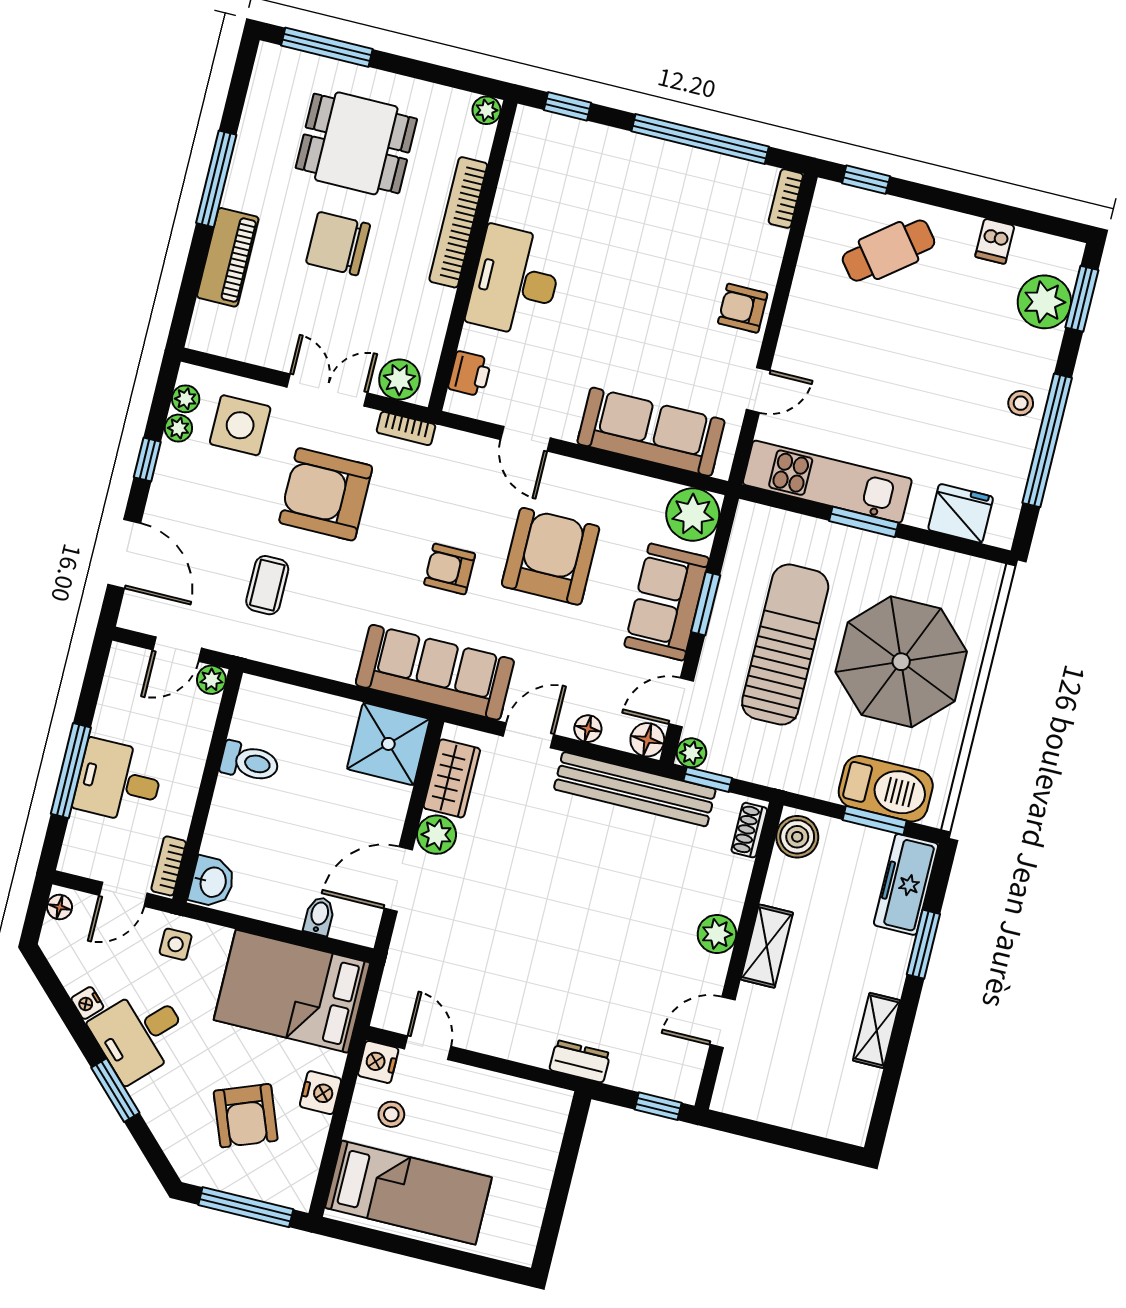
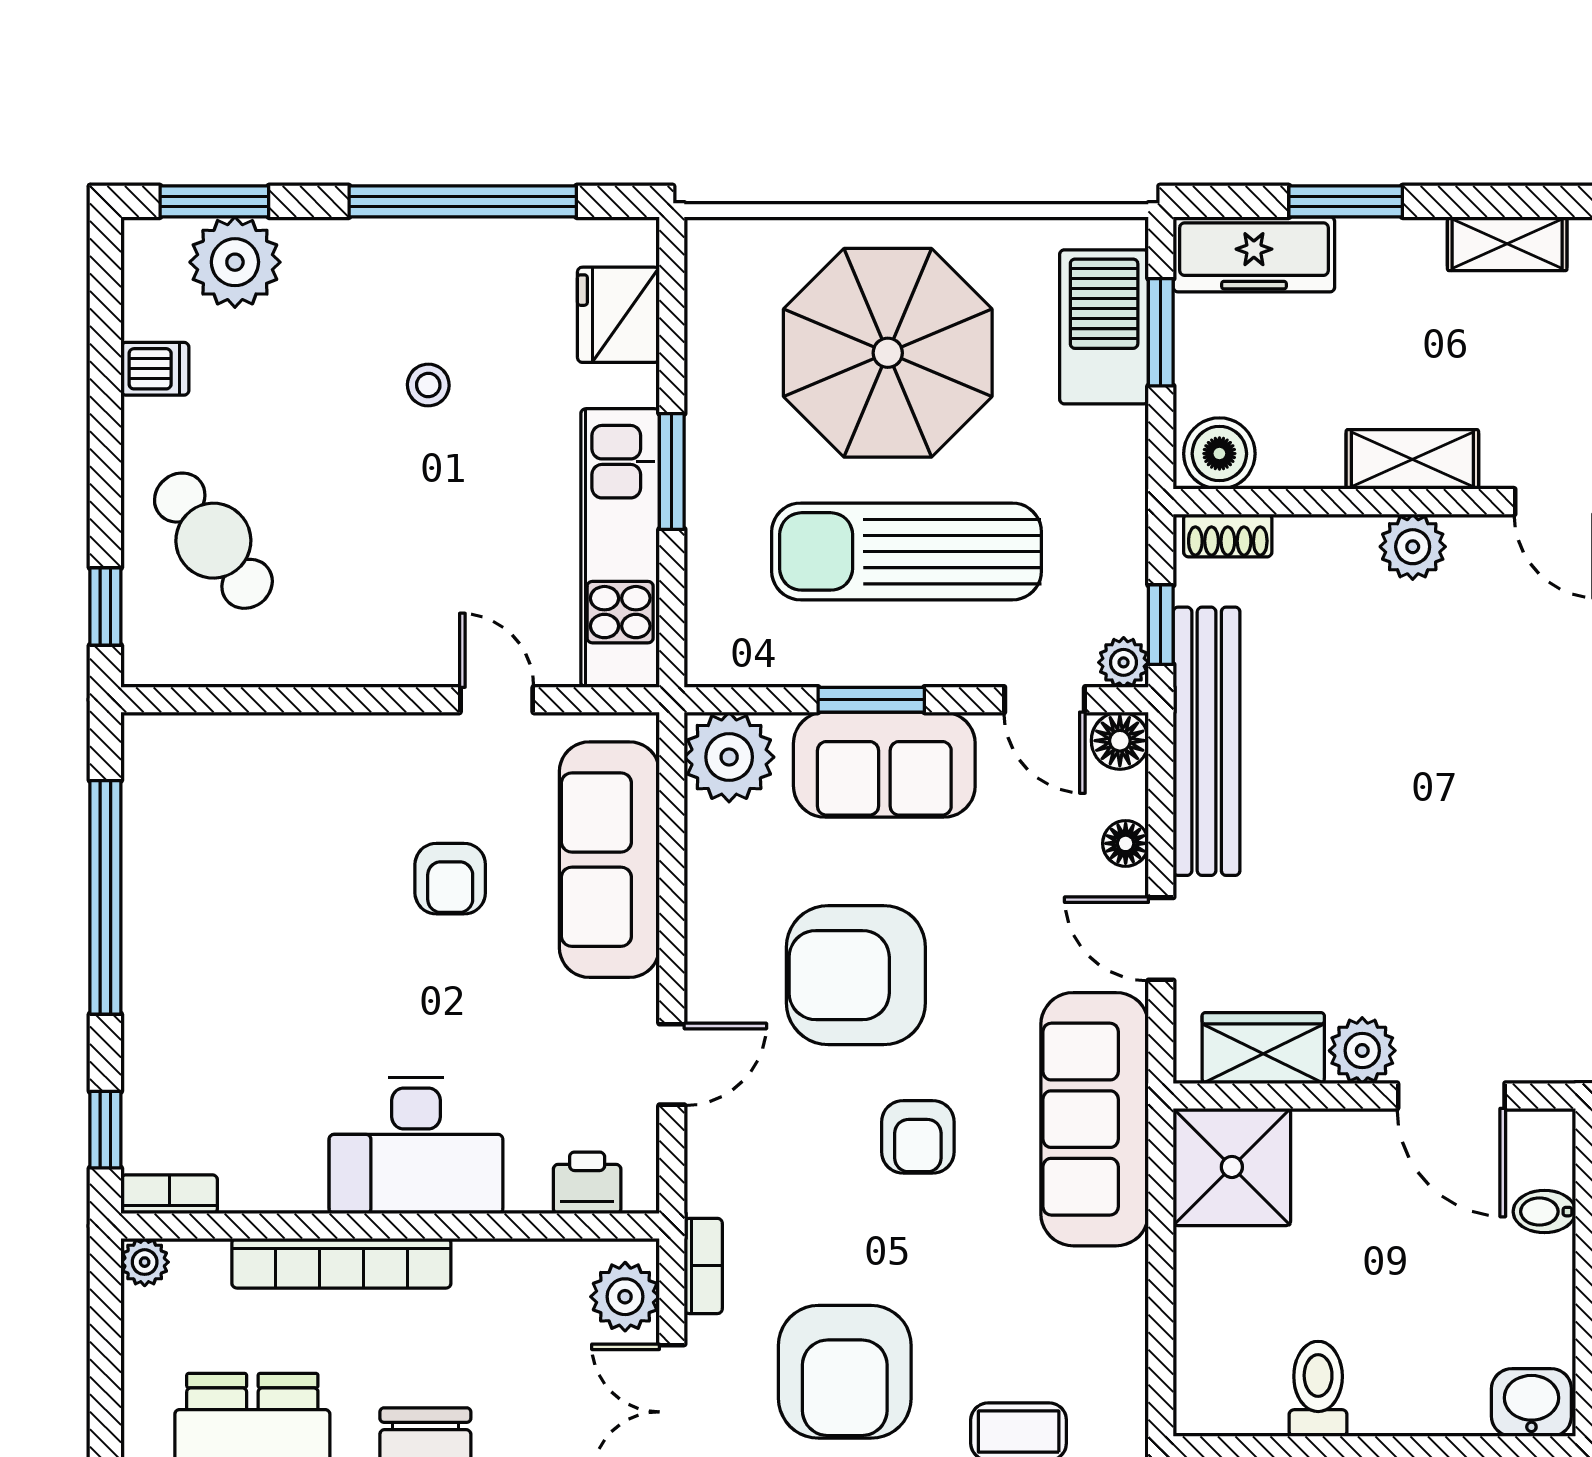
bookcase: (786, 199) -> (169, 1194), moved, turned 180
armchair: (743, 308) -> (450, 879), moved
stool: (1021, 403) -> (428, 385), moved

